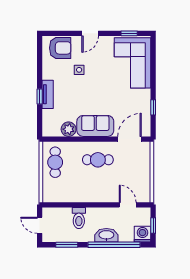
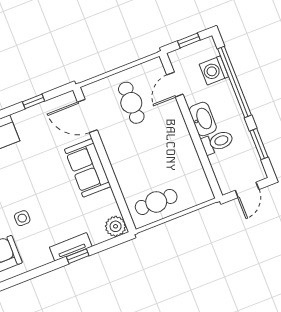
plant: (69, 129) -> (116, 226), moved
cafe table: (98, 160) -> (131, 103), moved
washing machine: (142, 234) -> (214, 71), moved
washbasin: (106, 235) -> (203, 119), moved, turned 180

